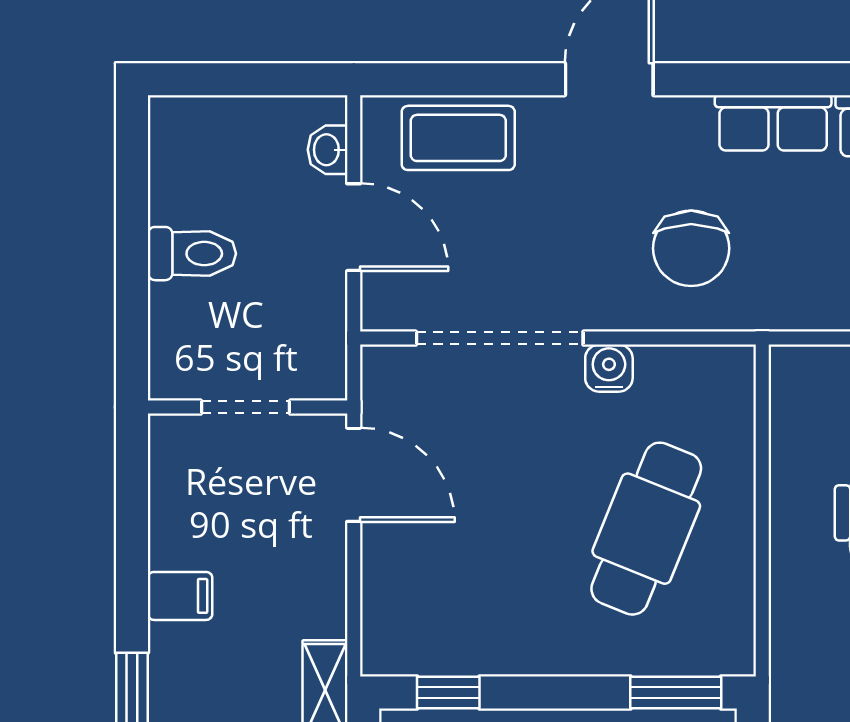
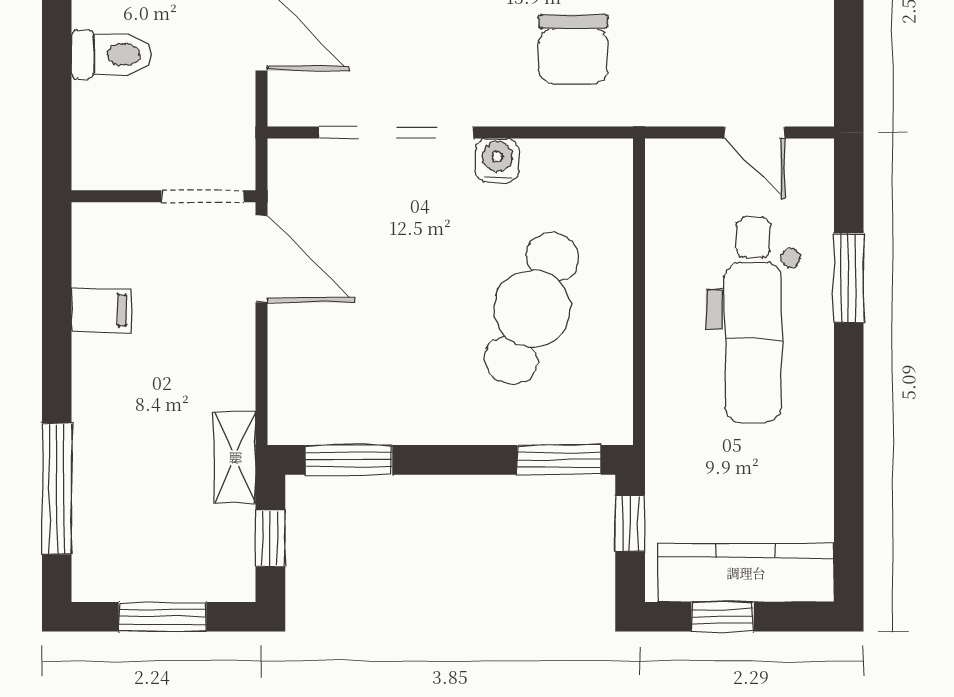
doorway: (246, 407) -> (203, 196), moved
filing cabinet: (180, 596) -> (101, 310), moved
window: (448, 692) -> (349, 460), width x1.50

